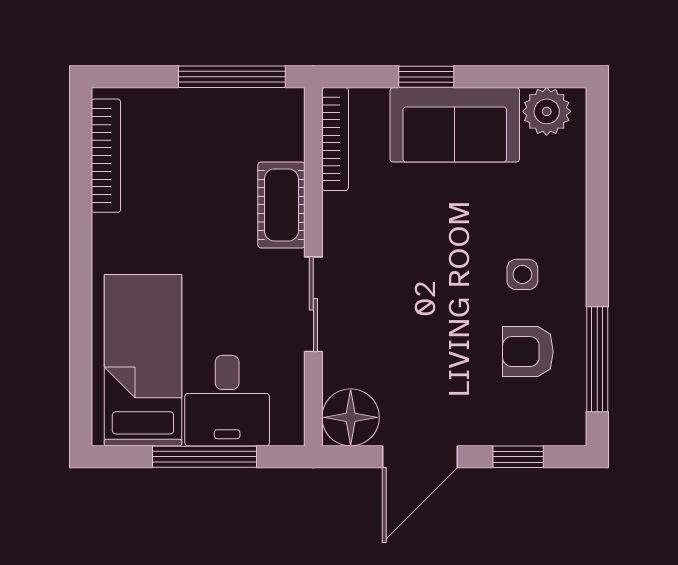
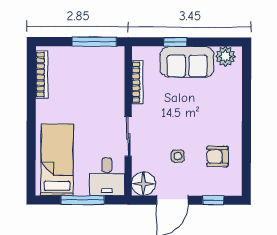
bookcase: (335, 139) -> (137, 82), moved
cot: (281, 205) -> (115, 95), removed
side table: (522, 274) -> (178, 156), moved
window: (597, 359) -> (246, 160), removed
desk: (227, 401) -> (107, 177), moved

